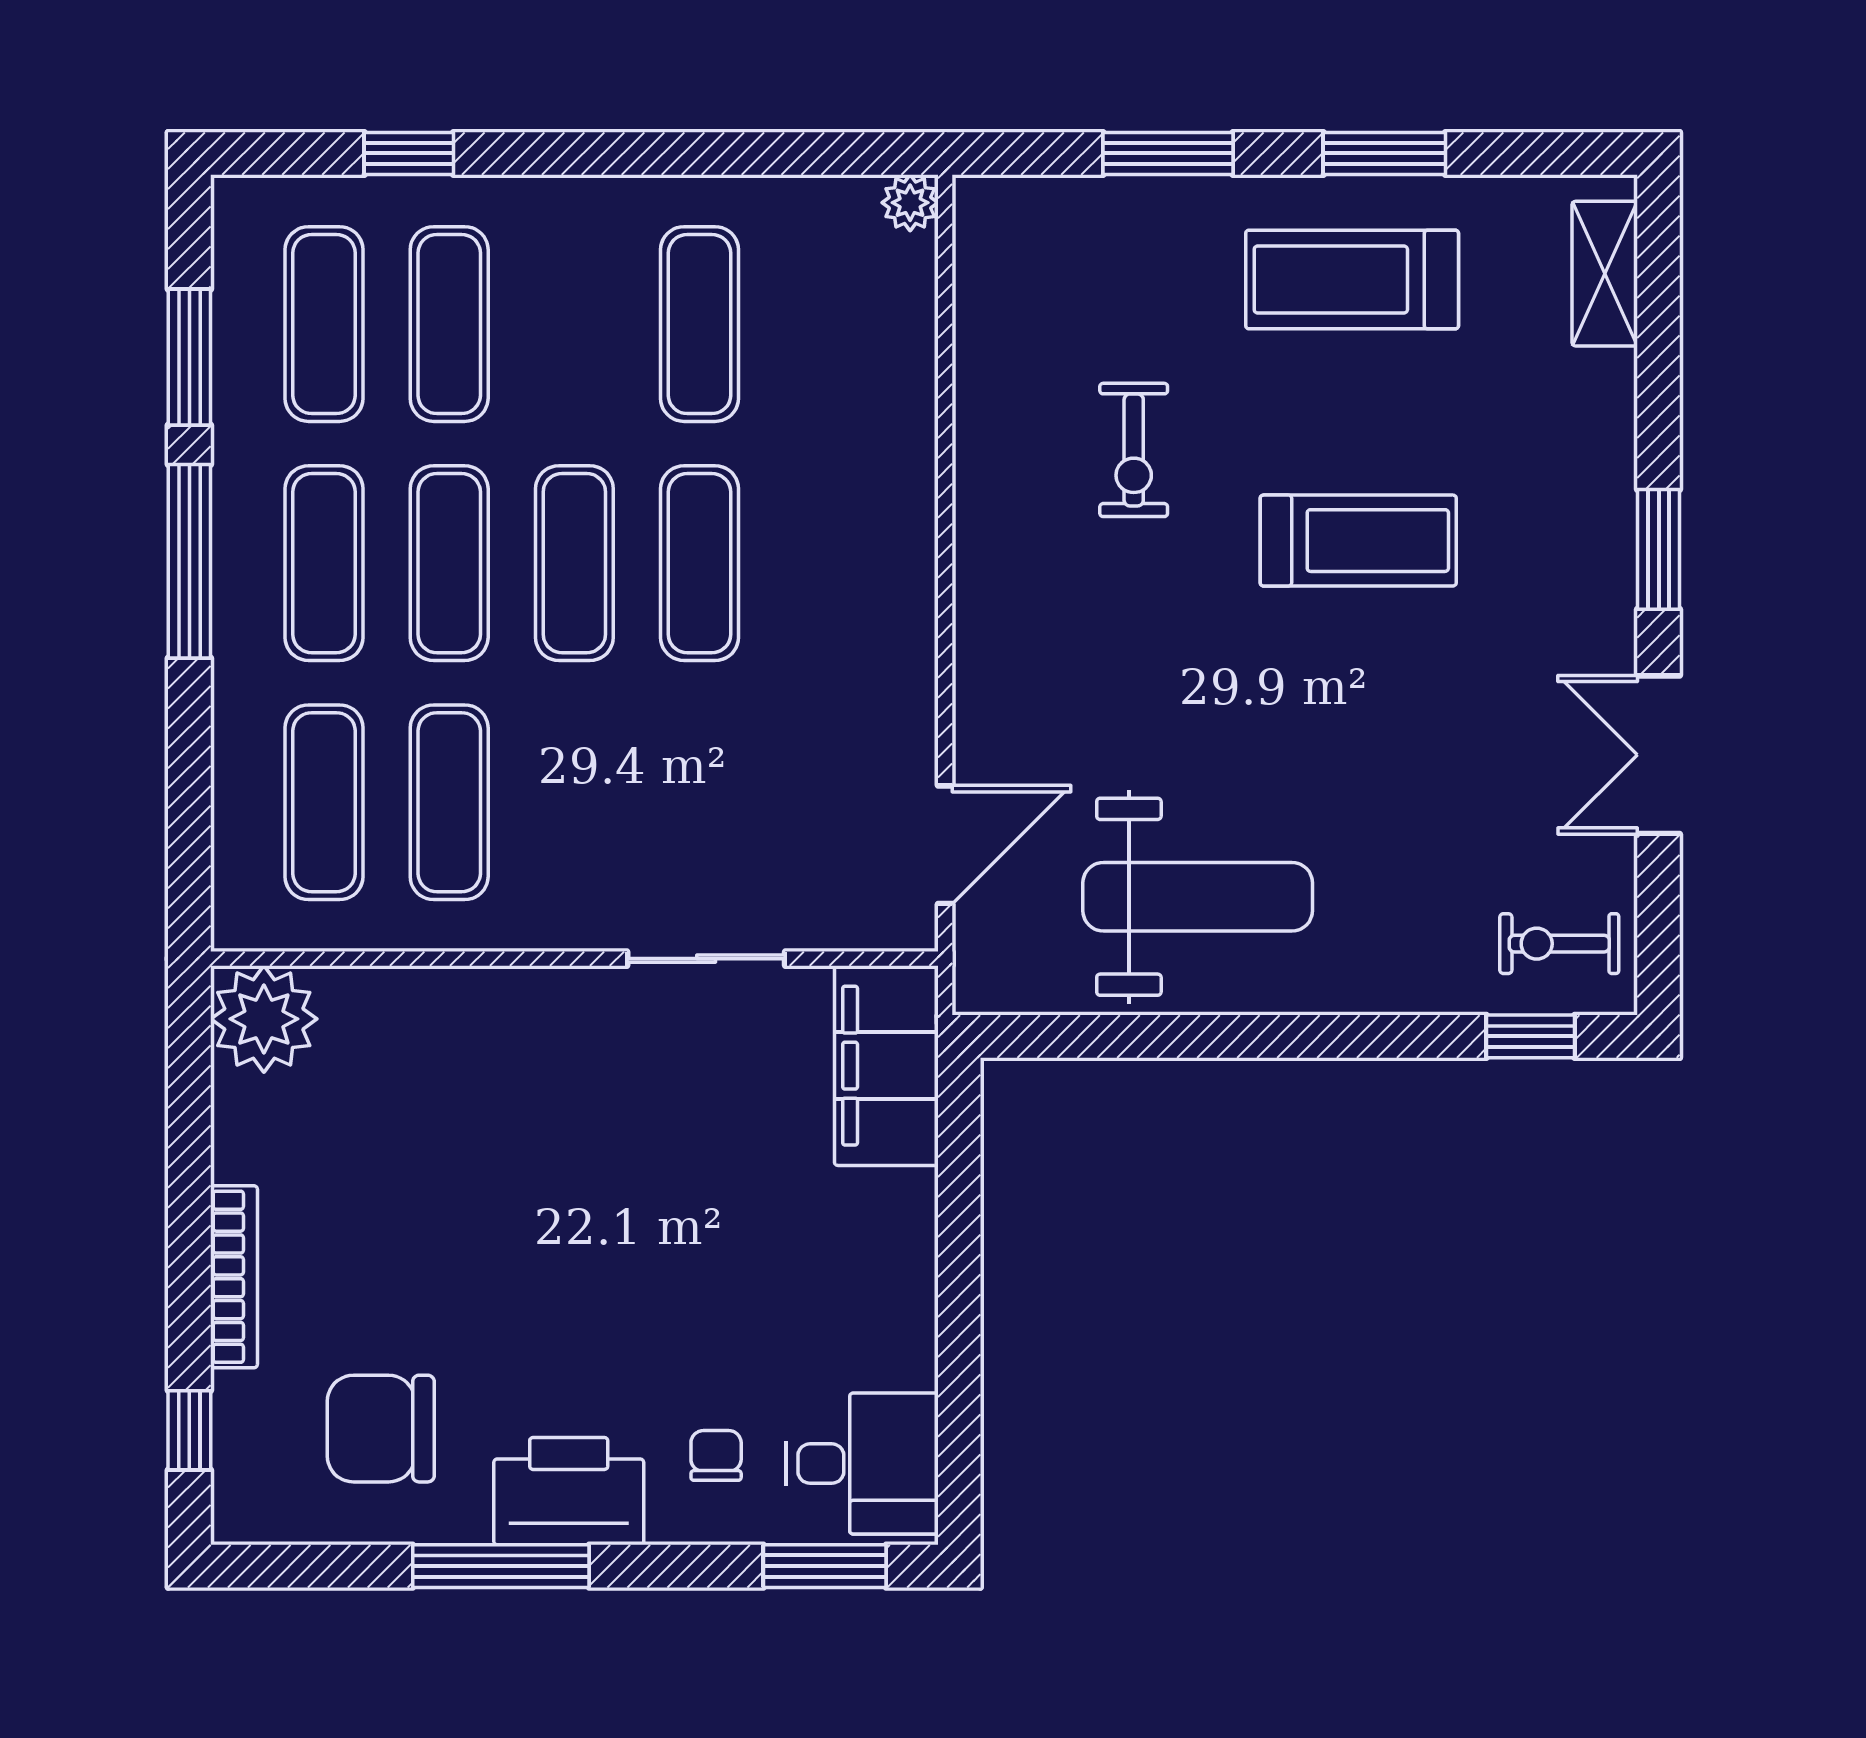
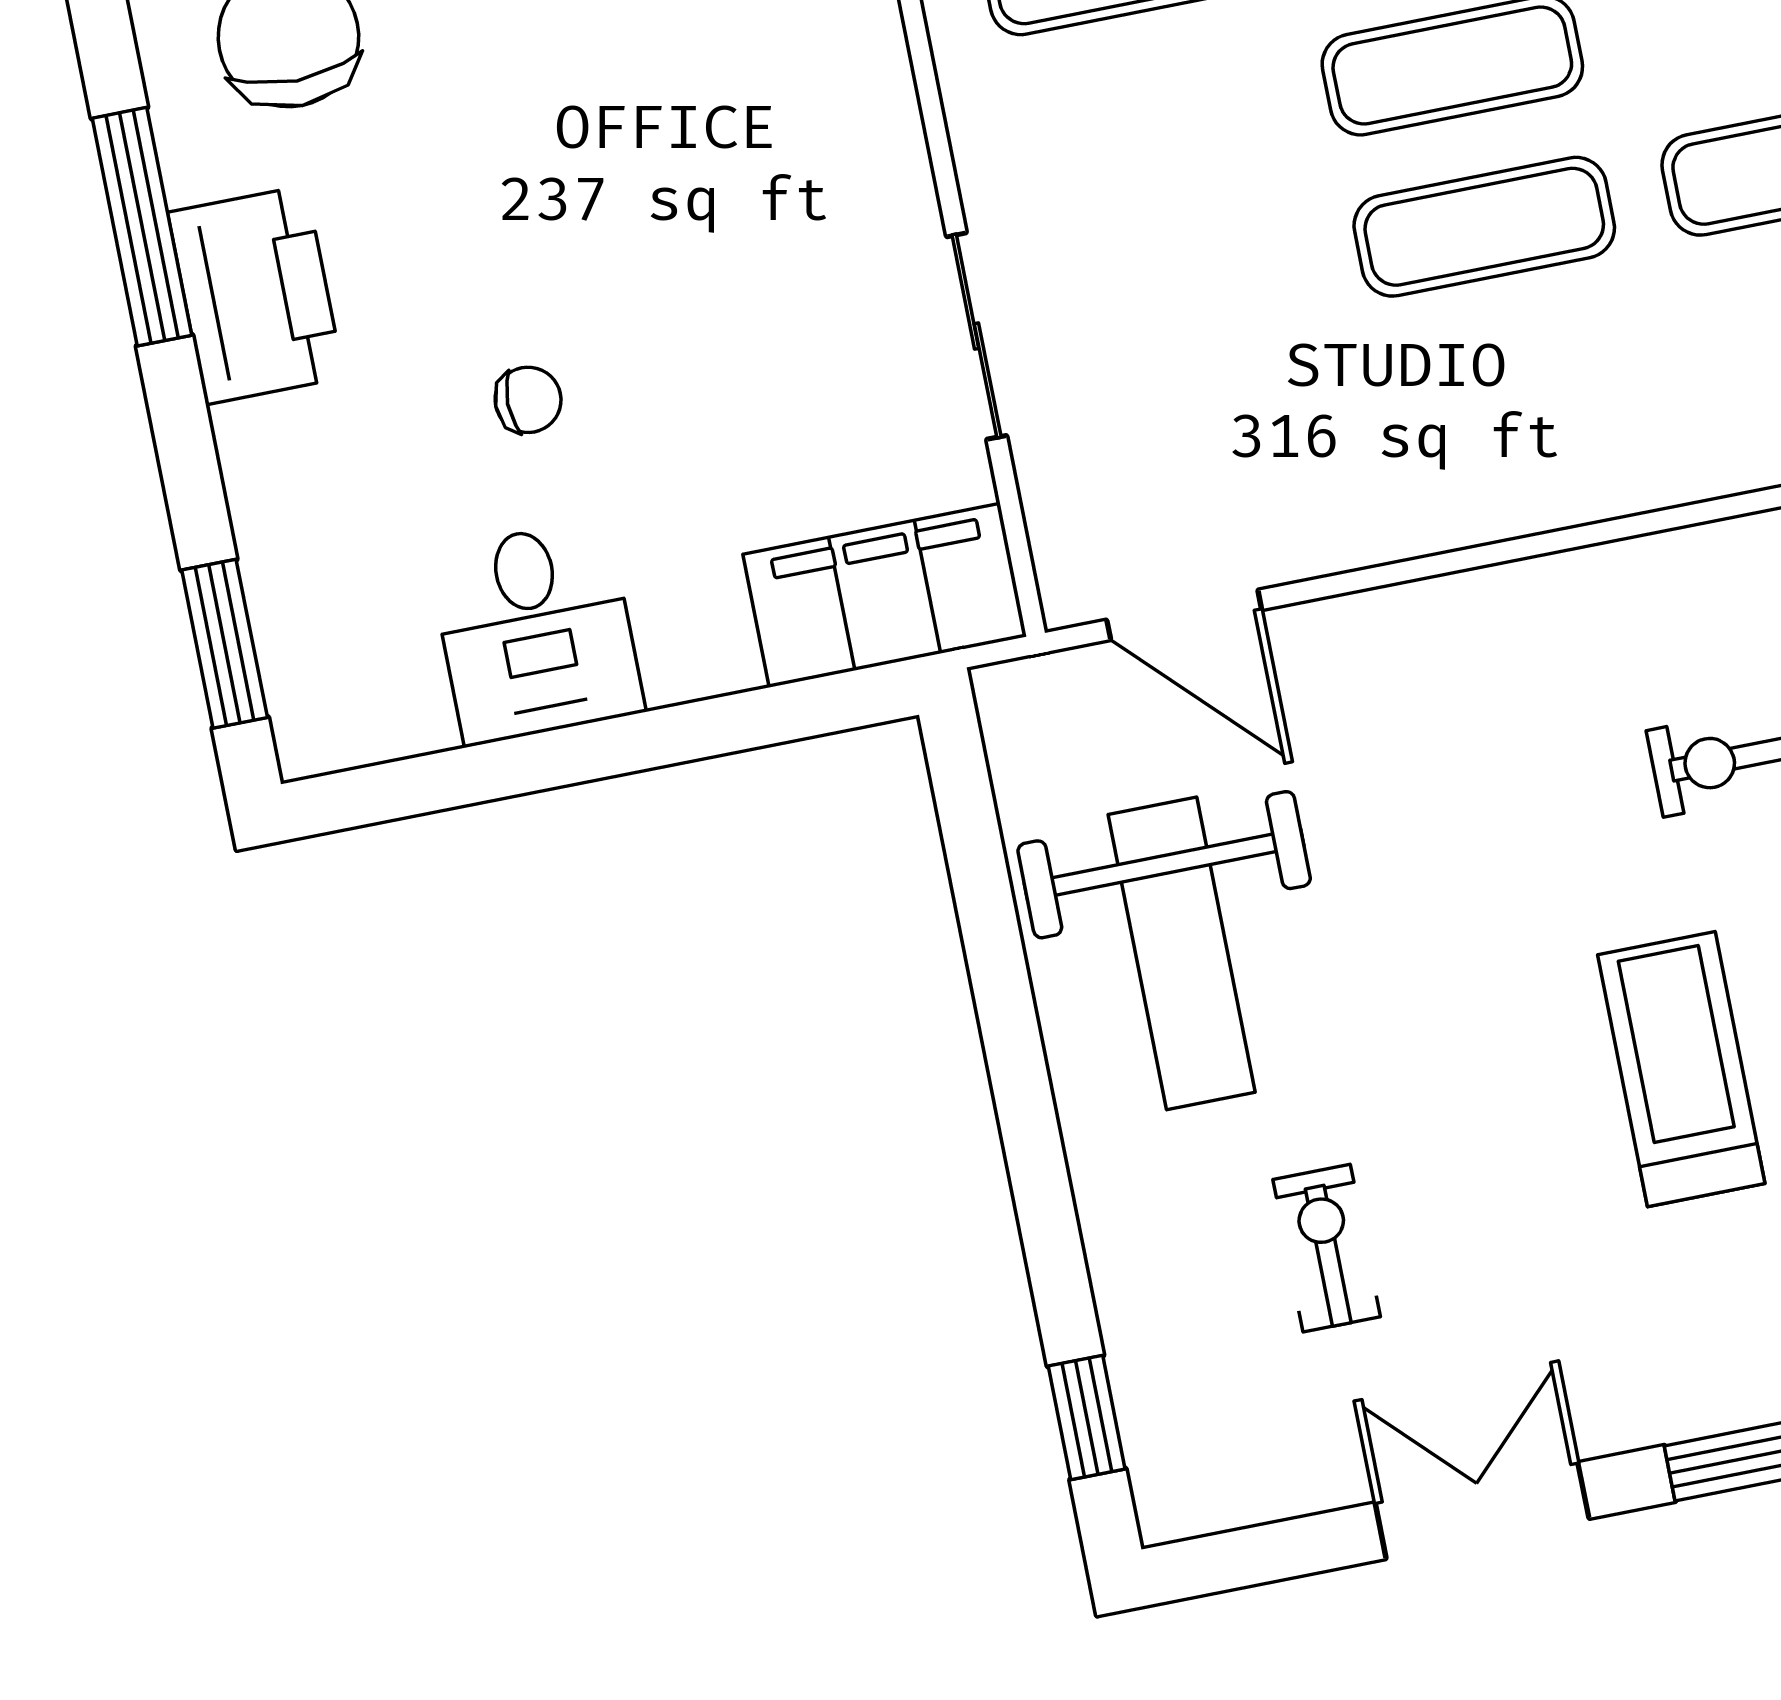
treadmill: (1358, 541) -> (1681, 1069), turned 180
exercise bike: (1559, 944) -> (1327, 1248), moved
chair: (716, 1455) -> (528, 400), moved
desk: (862, 1464) -> (536, 632), moved

